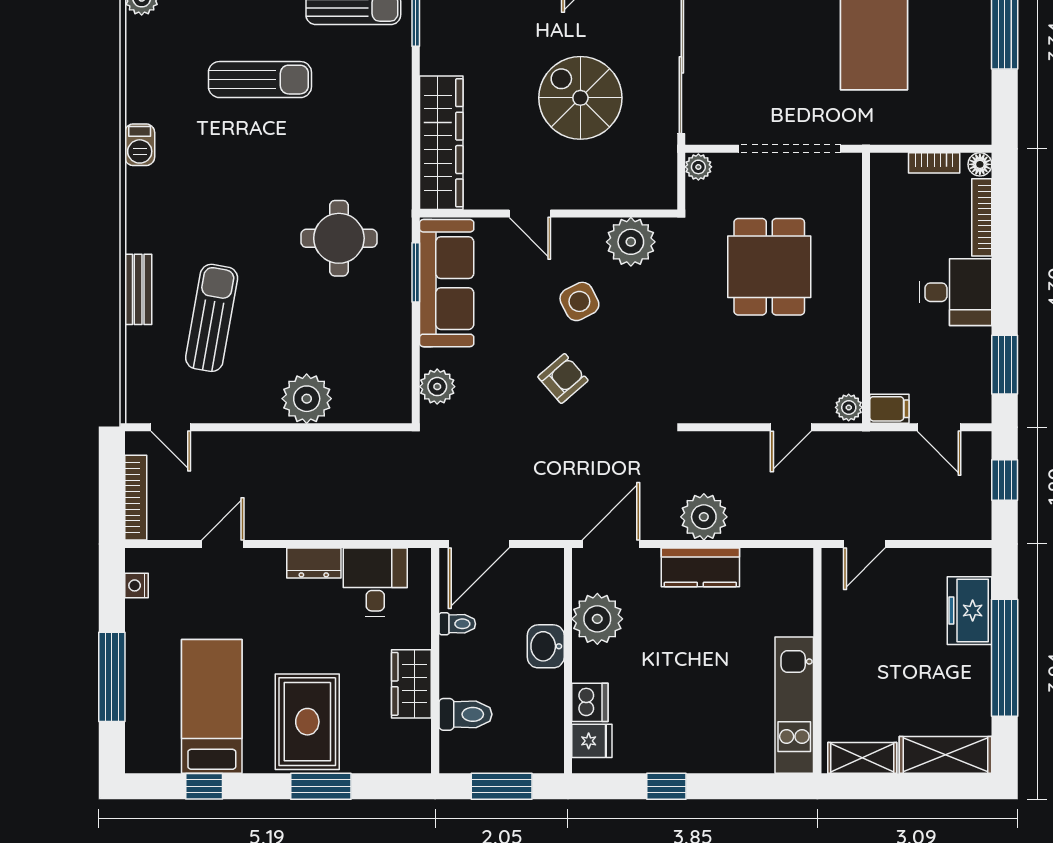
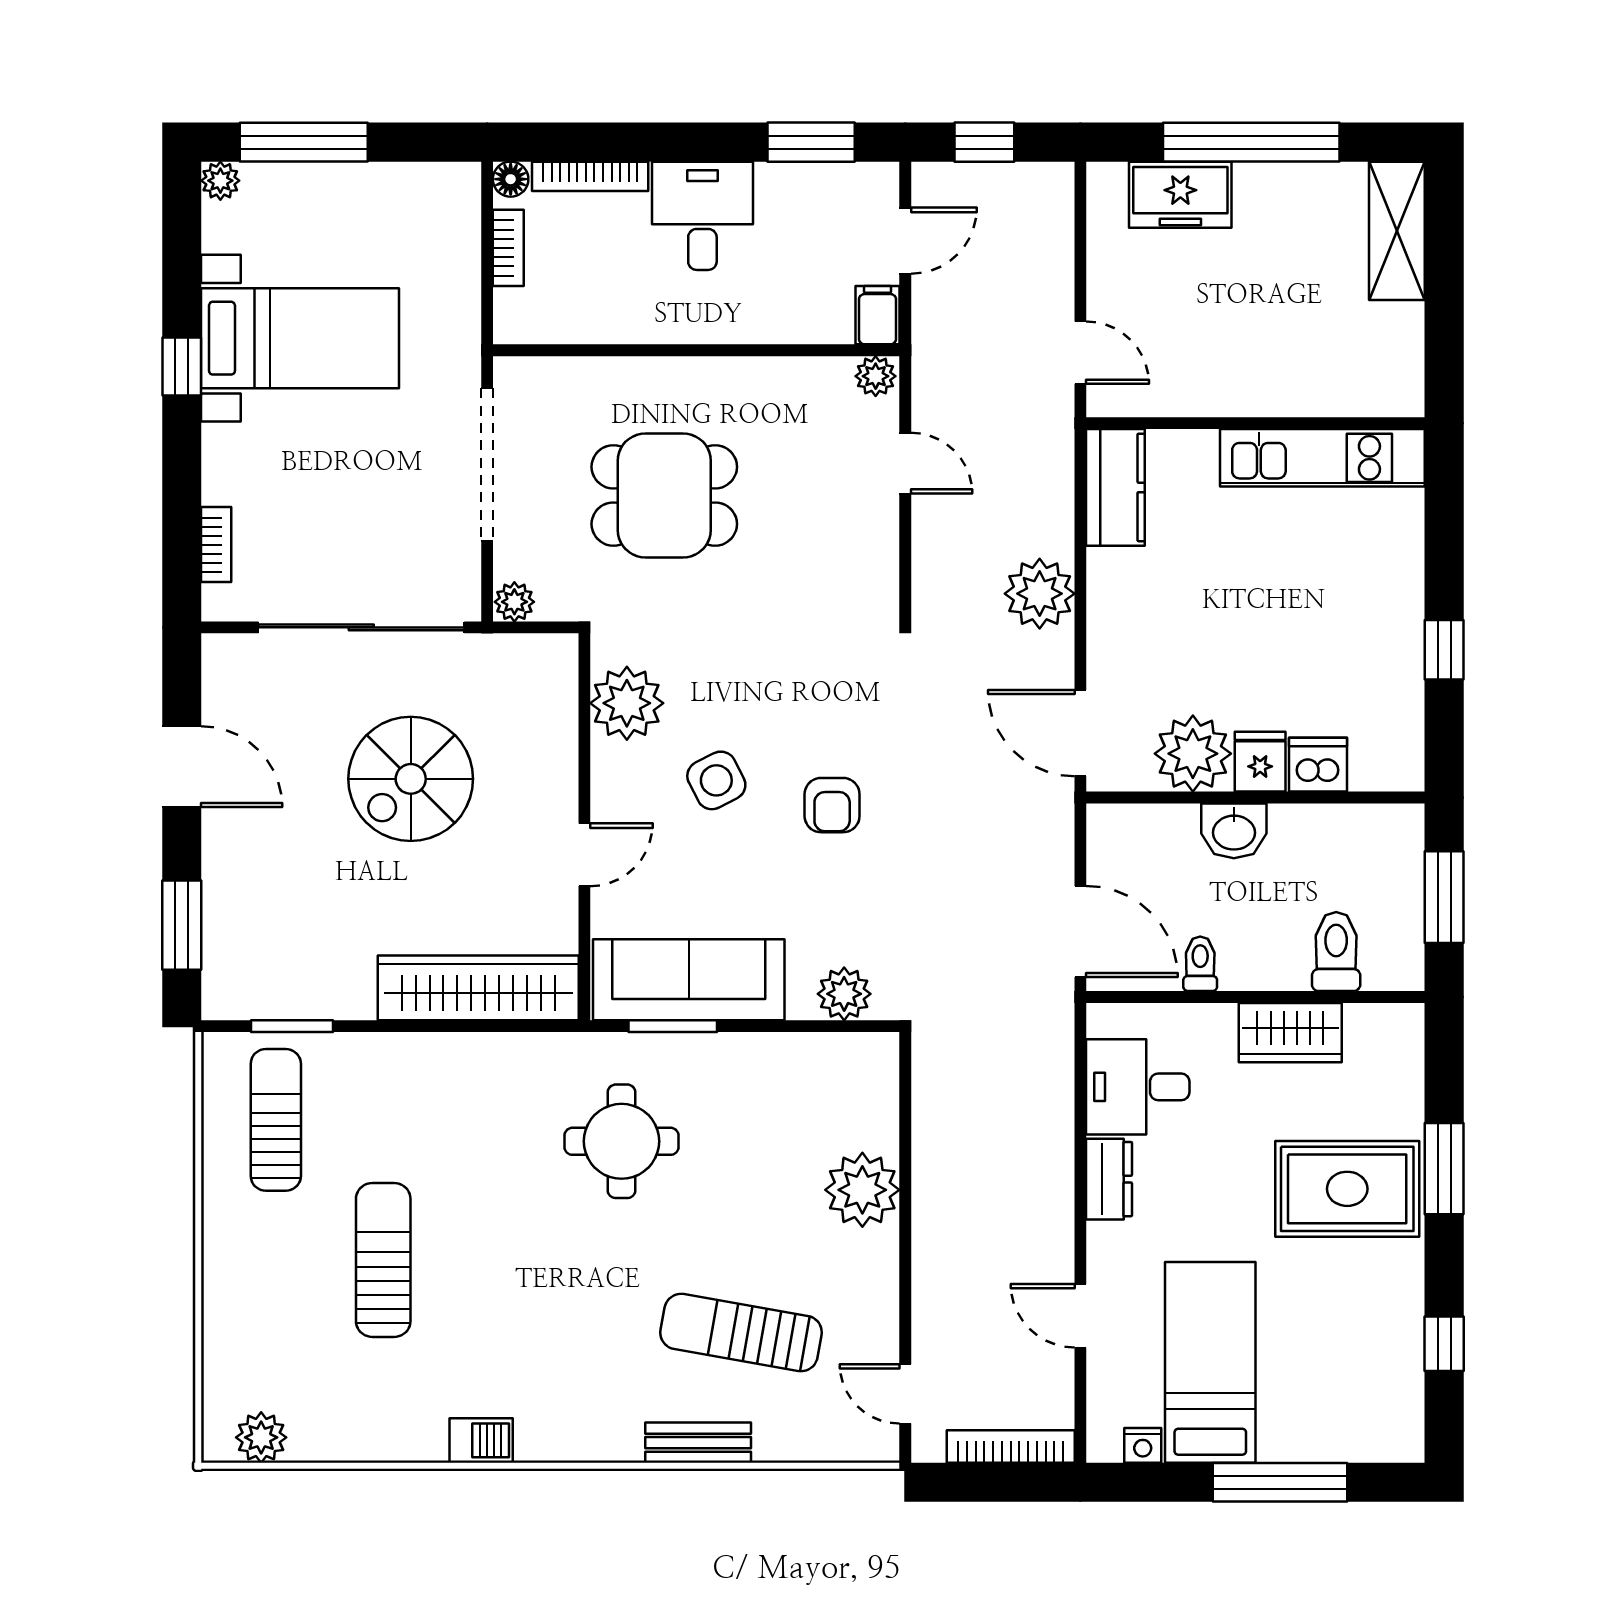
armchair: (563, 379) -> (832, 805), turned -139
door: (171, 427) -> (905, 1394), swing flipped
kitchen counter: (700, 567) -> (1115, 487), moved
bed: (212, 706) -> (1210, 1362), moved, turned 90
fridge: (592, 741) -> (1260, 762), moved
shelving: (862, 758) -> (1401, 356), removed

